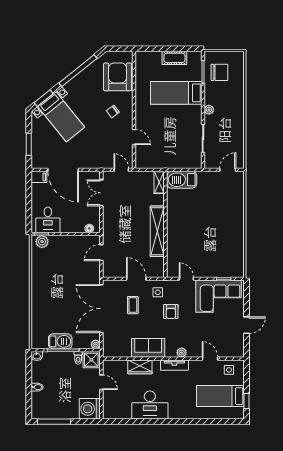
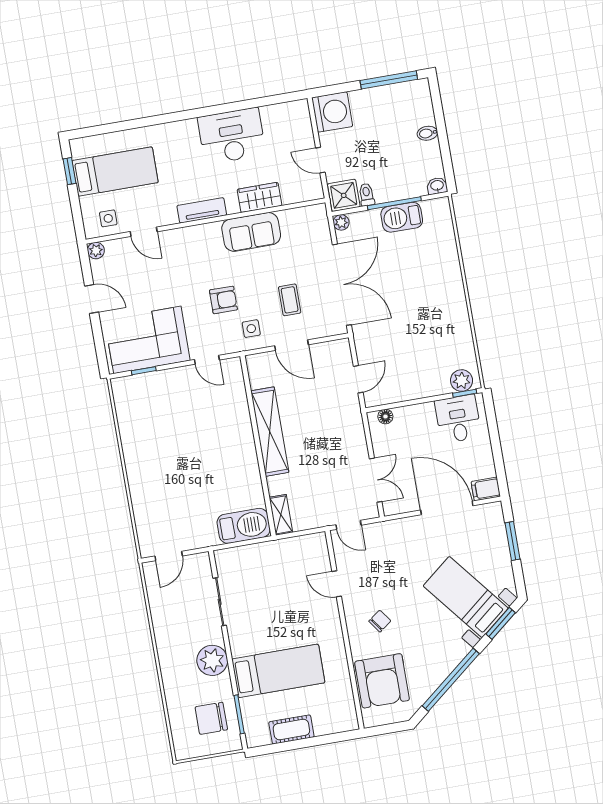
plant: (209, 110) -> (212, 660), width x1.87, depth x1.87
armchair: (171, 312) -> (223, 300), turned 90
door: (247, 325) -> (92, 299), swing flipped
plant: (182, 353) -> (96, 251), moved

